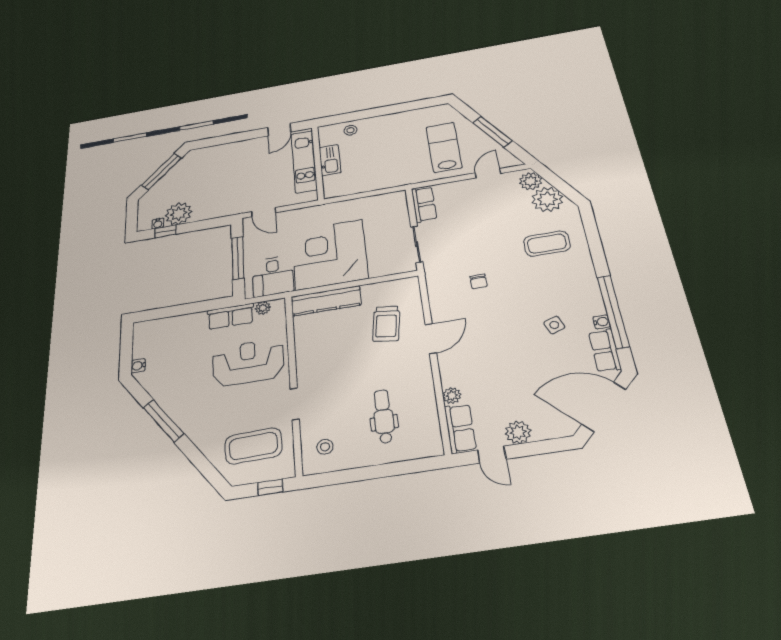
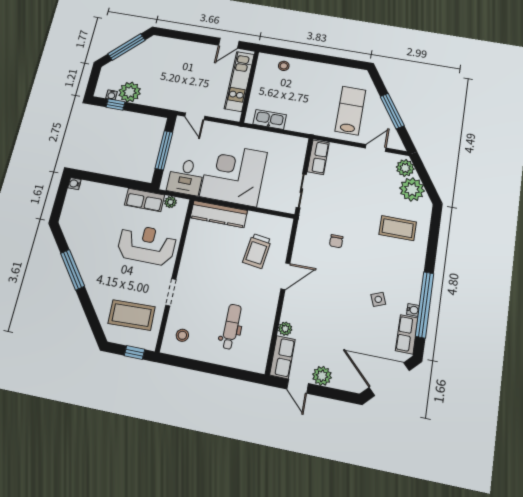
kitchen sink: (330, 160) -> (270, 119), moved, turned -90
water cooler: (138, 366) -> (74, 184), moved

